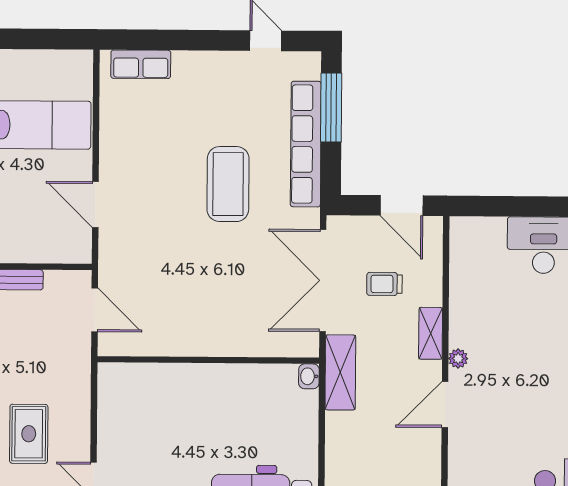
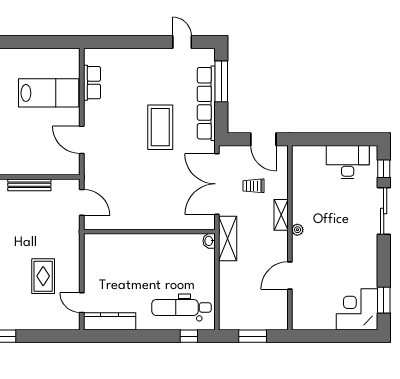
row of seats: (141, 64) -> (92, 83), moved, turned -90
door: (445, 404) -> (290, 275), moved

